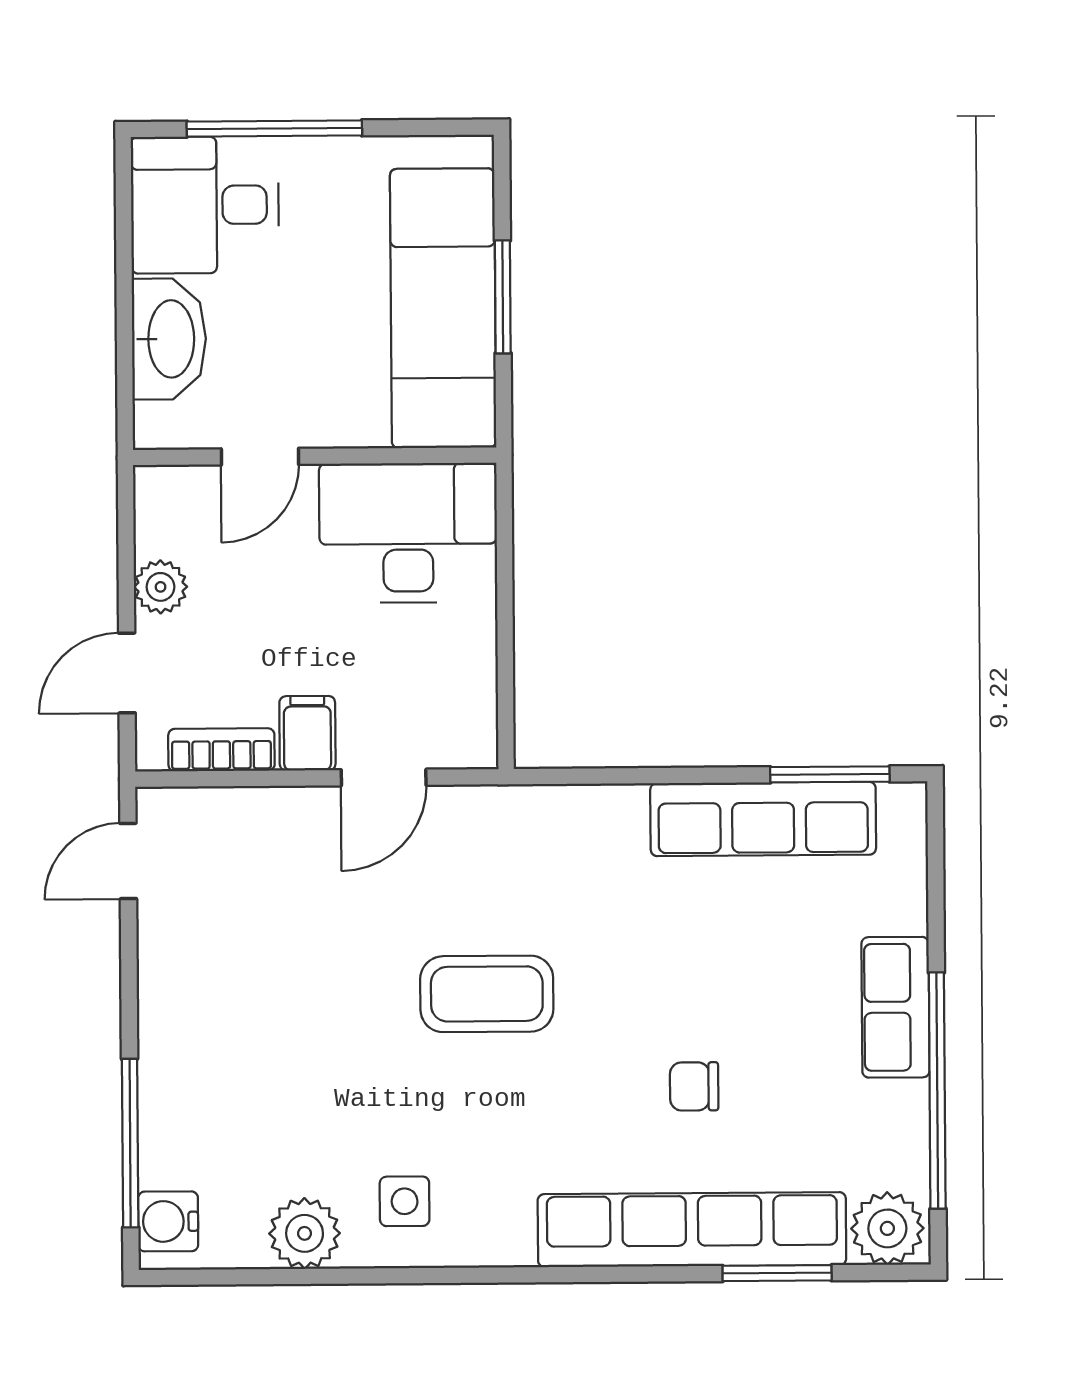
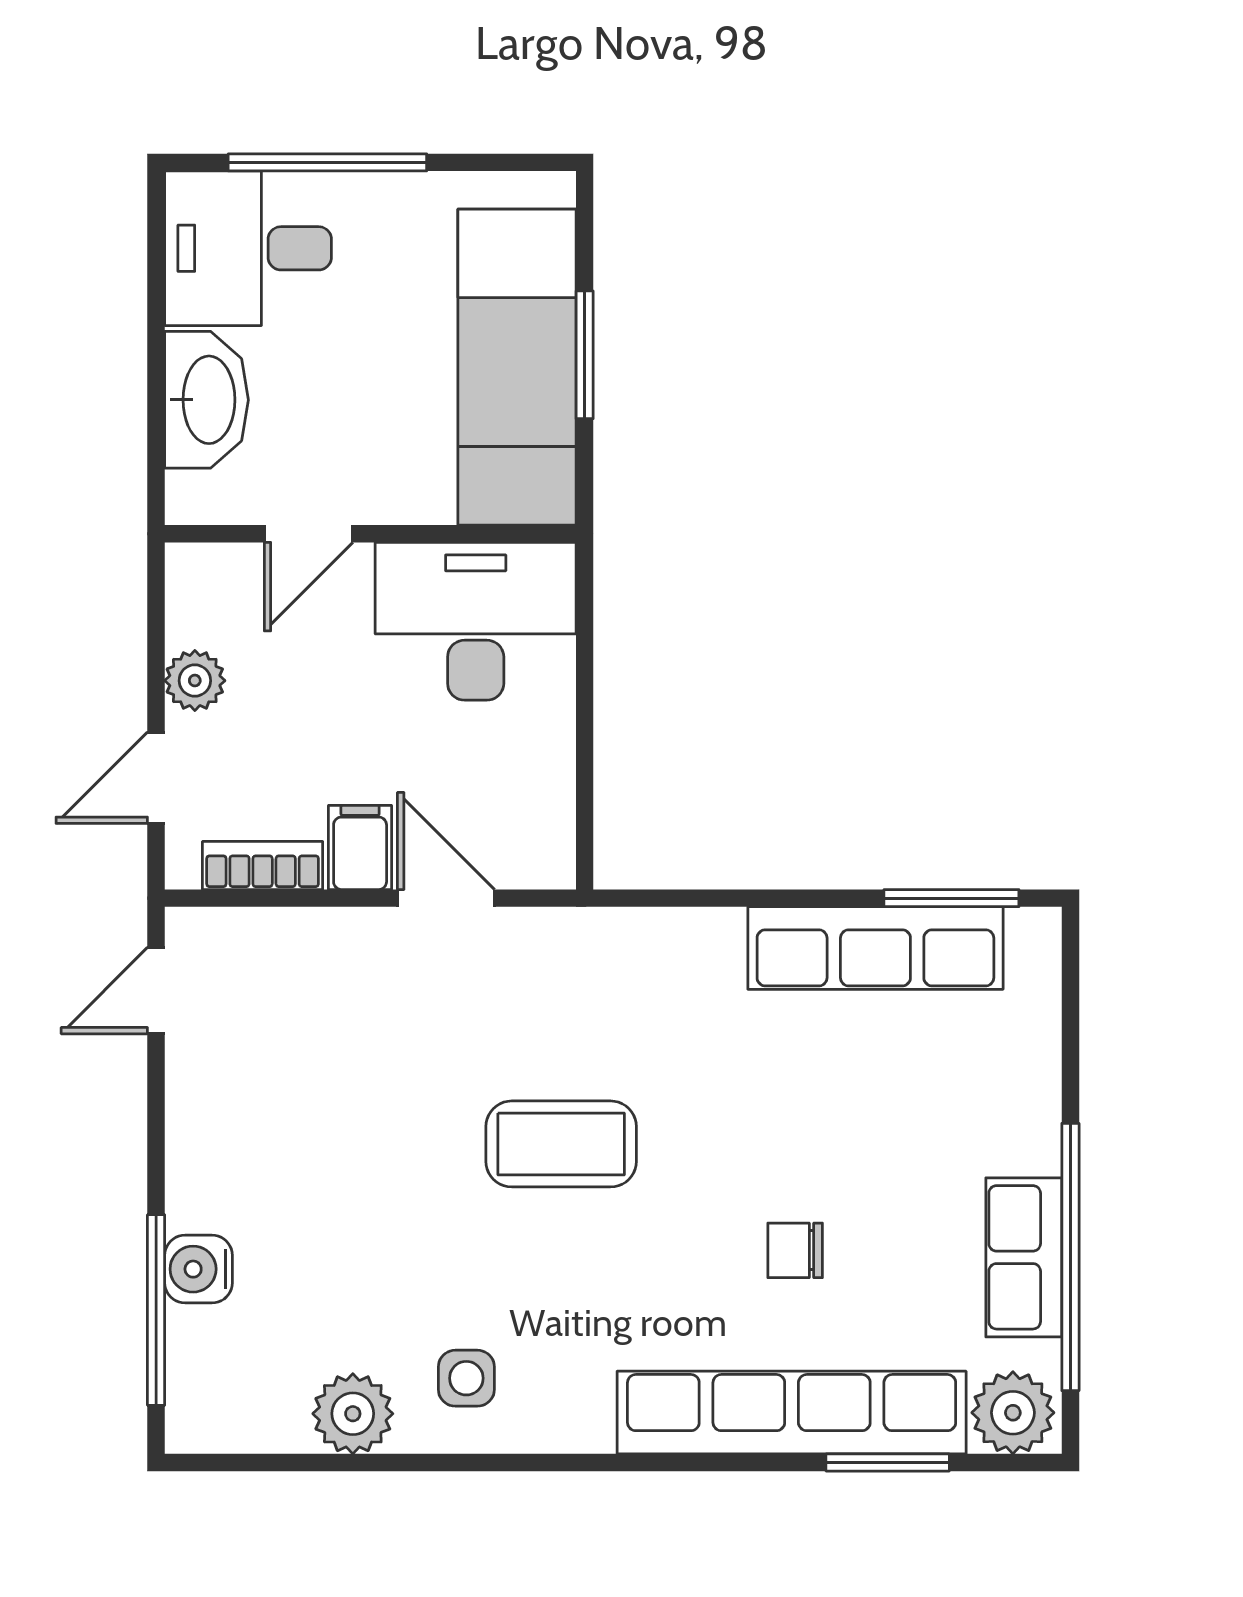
door: (384, 778) -> (446, 898), swing flipped
row of seats: (895, 1007) -> (1024, 1257), moved
water cooler: (168, 1221) -> (199, 1269), moved

